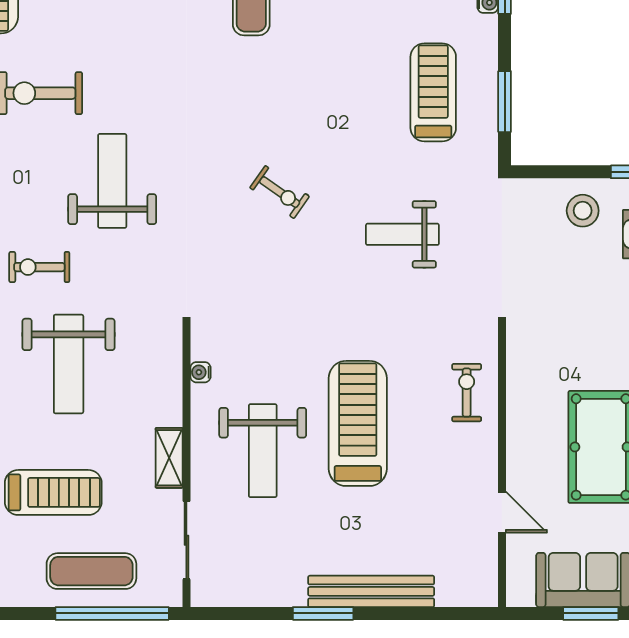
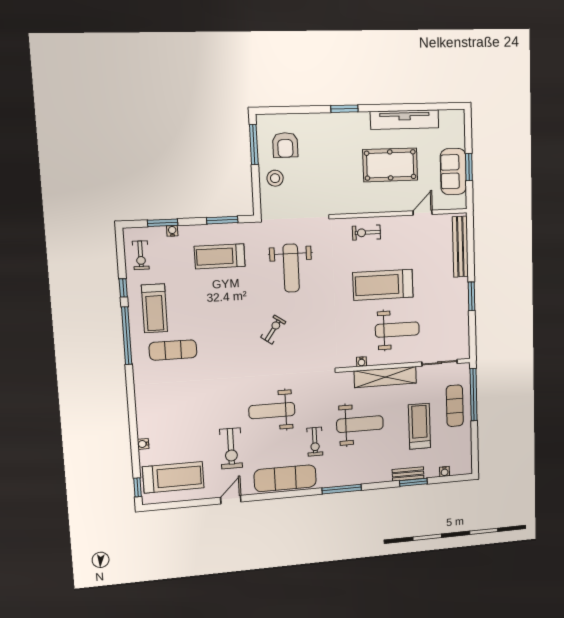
weight bench: (402, 234) -> (291, 268), width x1.36, depth x1.33
shelving: (169, 458) -> (385, 377), width x2.20, depth x1.33
bench: (371, 591) -> (460, 247), moved

